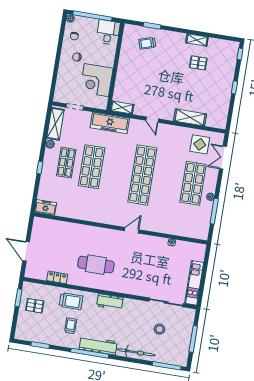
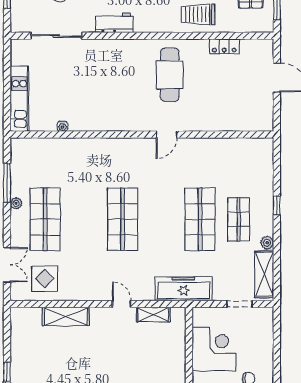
shelving: (122, 108) -> (153, 315), moved
shop shelf: (142, 175) -> (123, 219), width x0.71
freezer: (46, 207) -> (259, 148), removed
door: (132, 230) -> (167, 135), moved
cafe table: (96, 265) -> (170, 75), turned 90
kitchen unit: (194, 283) -> (19, 99), moved
workbench: (110, 302) -> (114, 23), moved

